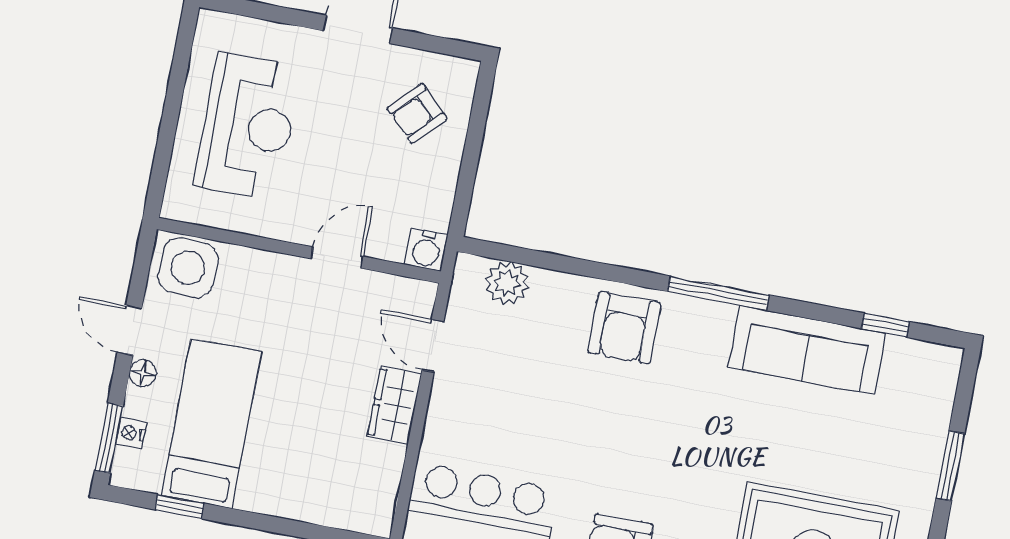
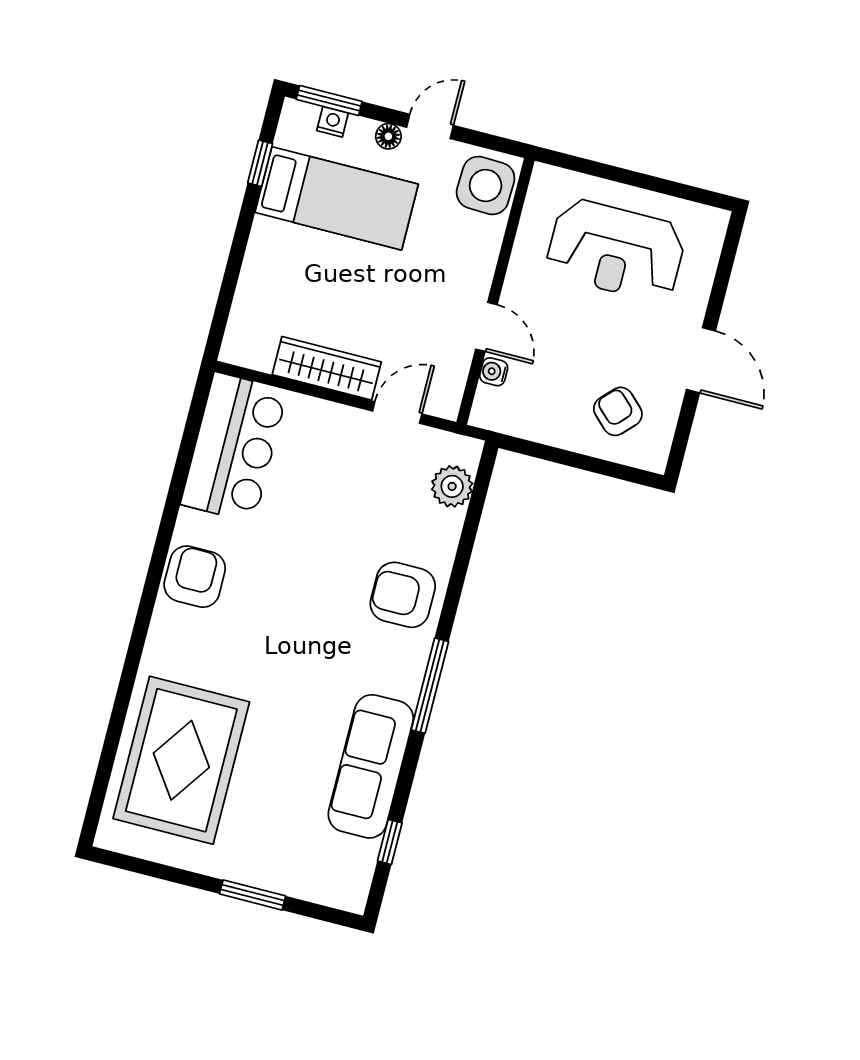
water cooler: (426, 250) -> (494, 372), moved, width x0.72, depth x0.72
wardrobe: (394, 405) -> (327, 368), width x1.50

